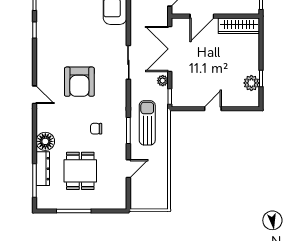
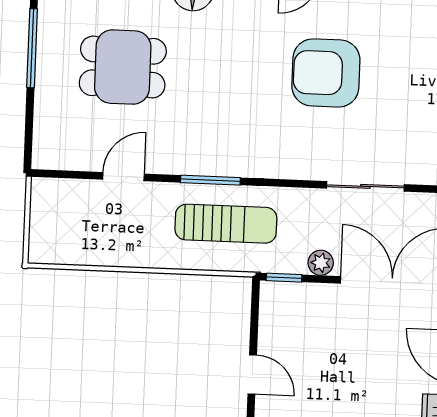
chair: (96, 129) -> (217, 107), removed
door: (128, 169) -> (123, 177), swing flipped

